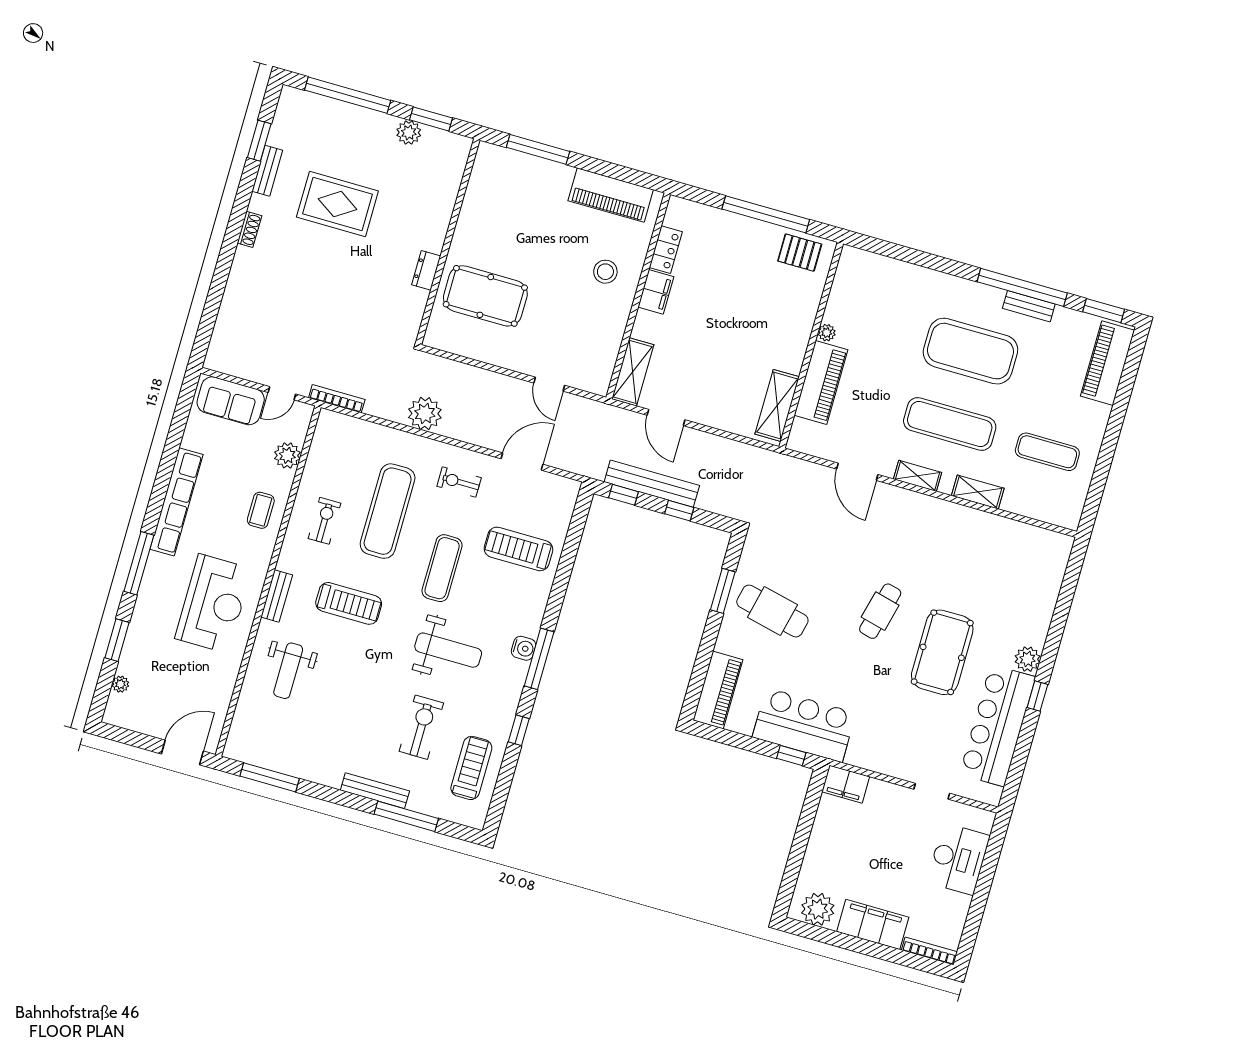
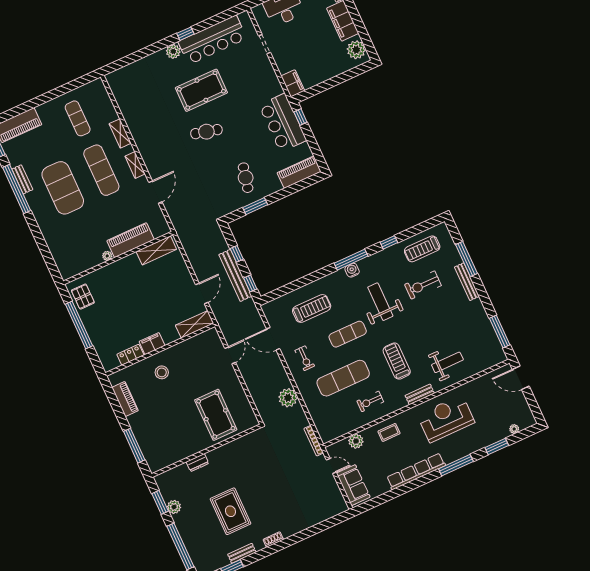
piano: (611, 195) -> (125, 399), width x0.73, depth x0.75
dresser: (426, 270) -> (197, 463), moved
treadmill: (518, 549) -> (312, 309), turned -90
cafe table: (772, 611) -> (246, 178), width x0.73, depth x0.74

